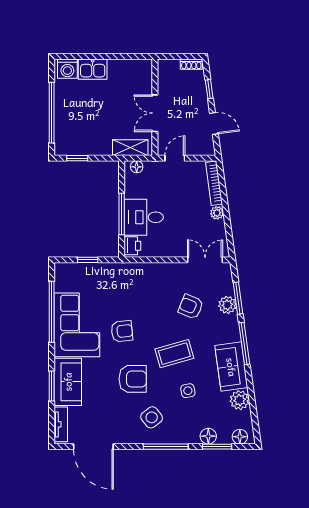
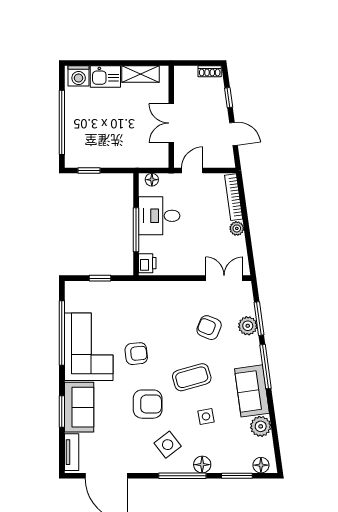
shelving: (130, 148) -> (140, 74), moved
desk: (144, 217) -> (159, 216), moved
floor lamp: (208, 436) -> (202, 465), moved

